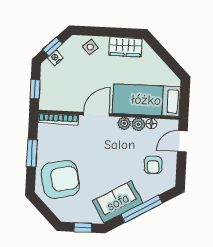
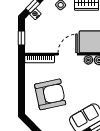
window: (32, 153) -> (21, 85), removed
armchair: (60, 179) -> (50, 94), moved

